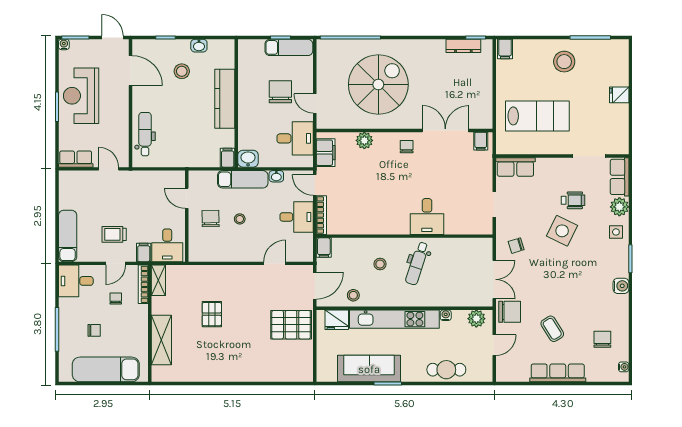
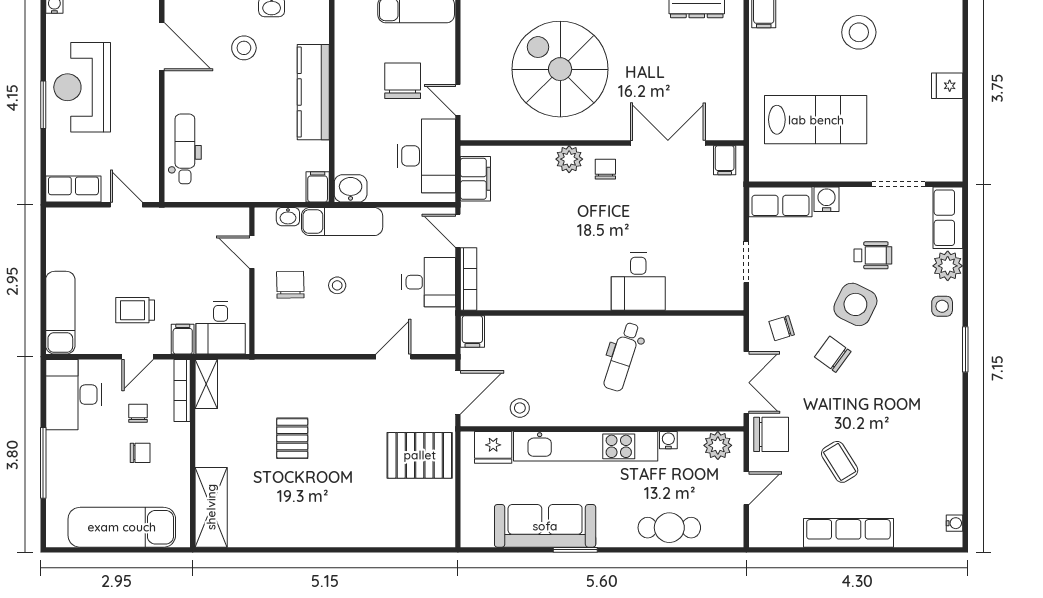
spiral stairs: (378, 84) -> (560, 69), turned -90
desk: (295, 138) -> (426, 156), width x1.37
plant: (364, 140) -> (569, 159), moved
washbasin: (276, 176) -> (288, 217), moved
stool: (380, 264) -> (563, 358), removed
desk: (76, 281) -> (74, 395), width x1.37
water cooler: (621, 286) -> (827, 199), moved, turned -90
chair: (94, 330) -> (140, 453), moved
chair: (602, 339) -> (833, 354), moved, turned -54
shelving: (161, 340) -> (211, 507), moved

